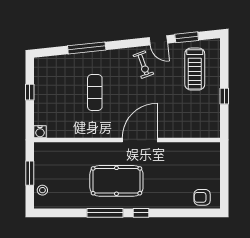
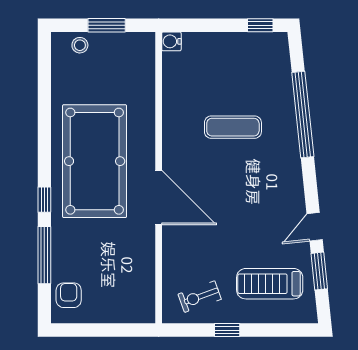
window: (87, 48) -> (303, 114), width x1.46
exercise bike: (143, 65) -> (200, 297), moved
window: (30, 92) -> (260, 25), moved
pool table: (116, 181) -> (95, 161), width x1.36, depth x1.32
window: (105, 213) -> (44, 255), moved

